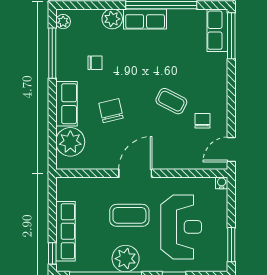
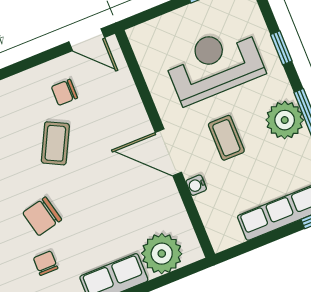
chair: (111, 111) -> (42, 216), moved
water cooler: (222, 183) -> (196, 185), moved
coffee table: (129, 215) -> (226, 138), width x0.73, depth x0.77

